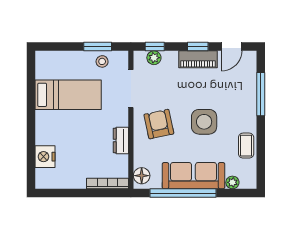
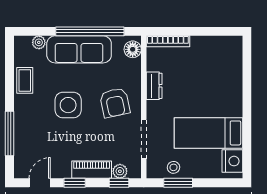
piano: (198, 59) -> (92, 170), moved
nightstand: (45, 157) -> (232, 161), moved

